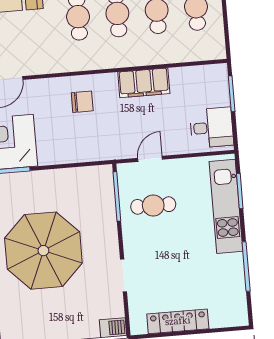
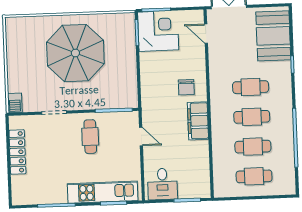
filing cabinet: (144, 83) -> (198, 121), moved
cafe table: (153, 206) -> (90, 137), moved

